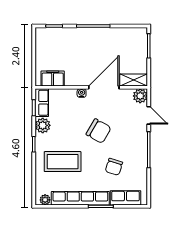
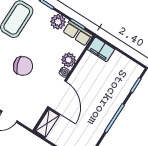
filing cabinet: (53, 78) -> (101, 49), moved, turned 90
plant: (140, 96) -> (69, 60), moved
chair: (99, 131) -> (23, 66), turned -140

